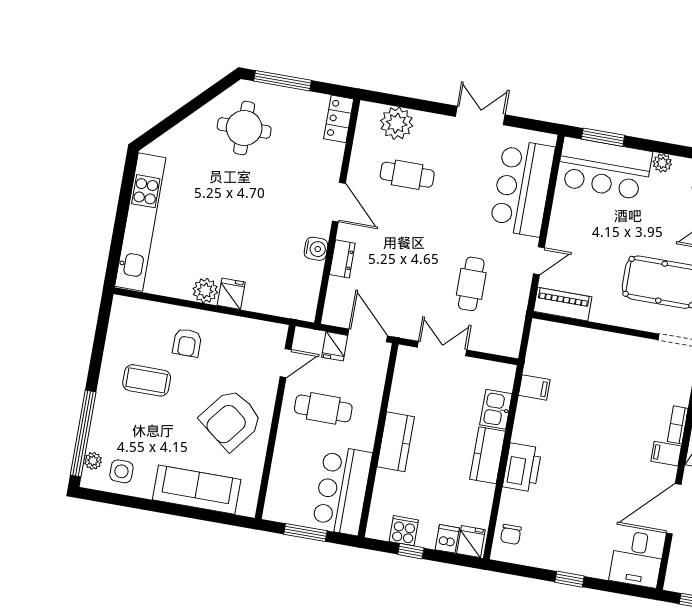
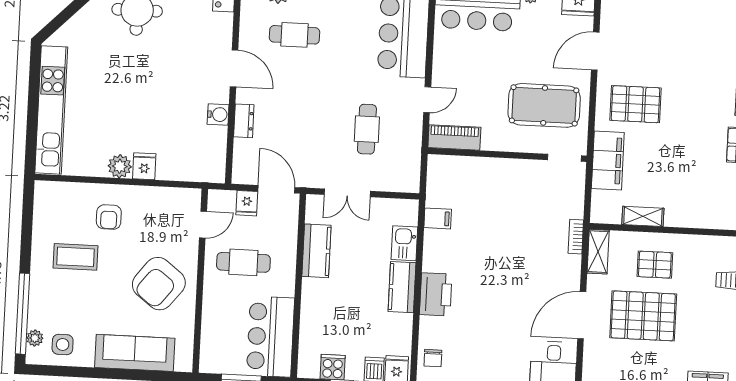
double door: (442, 349) -> (347, 193), swing flipped
kitchen counter: (396, 442) -> (316, 251), moved
filing cabinet: (666, 454) -> (568, 265), removed

